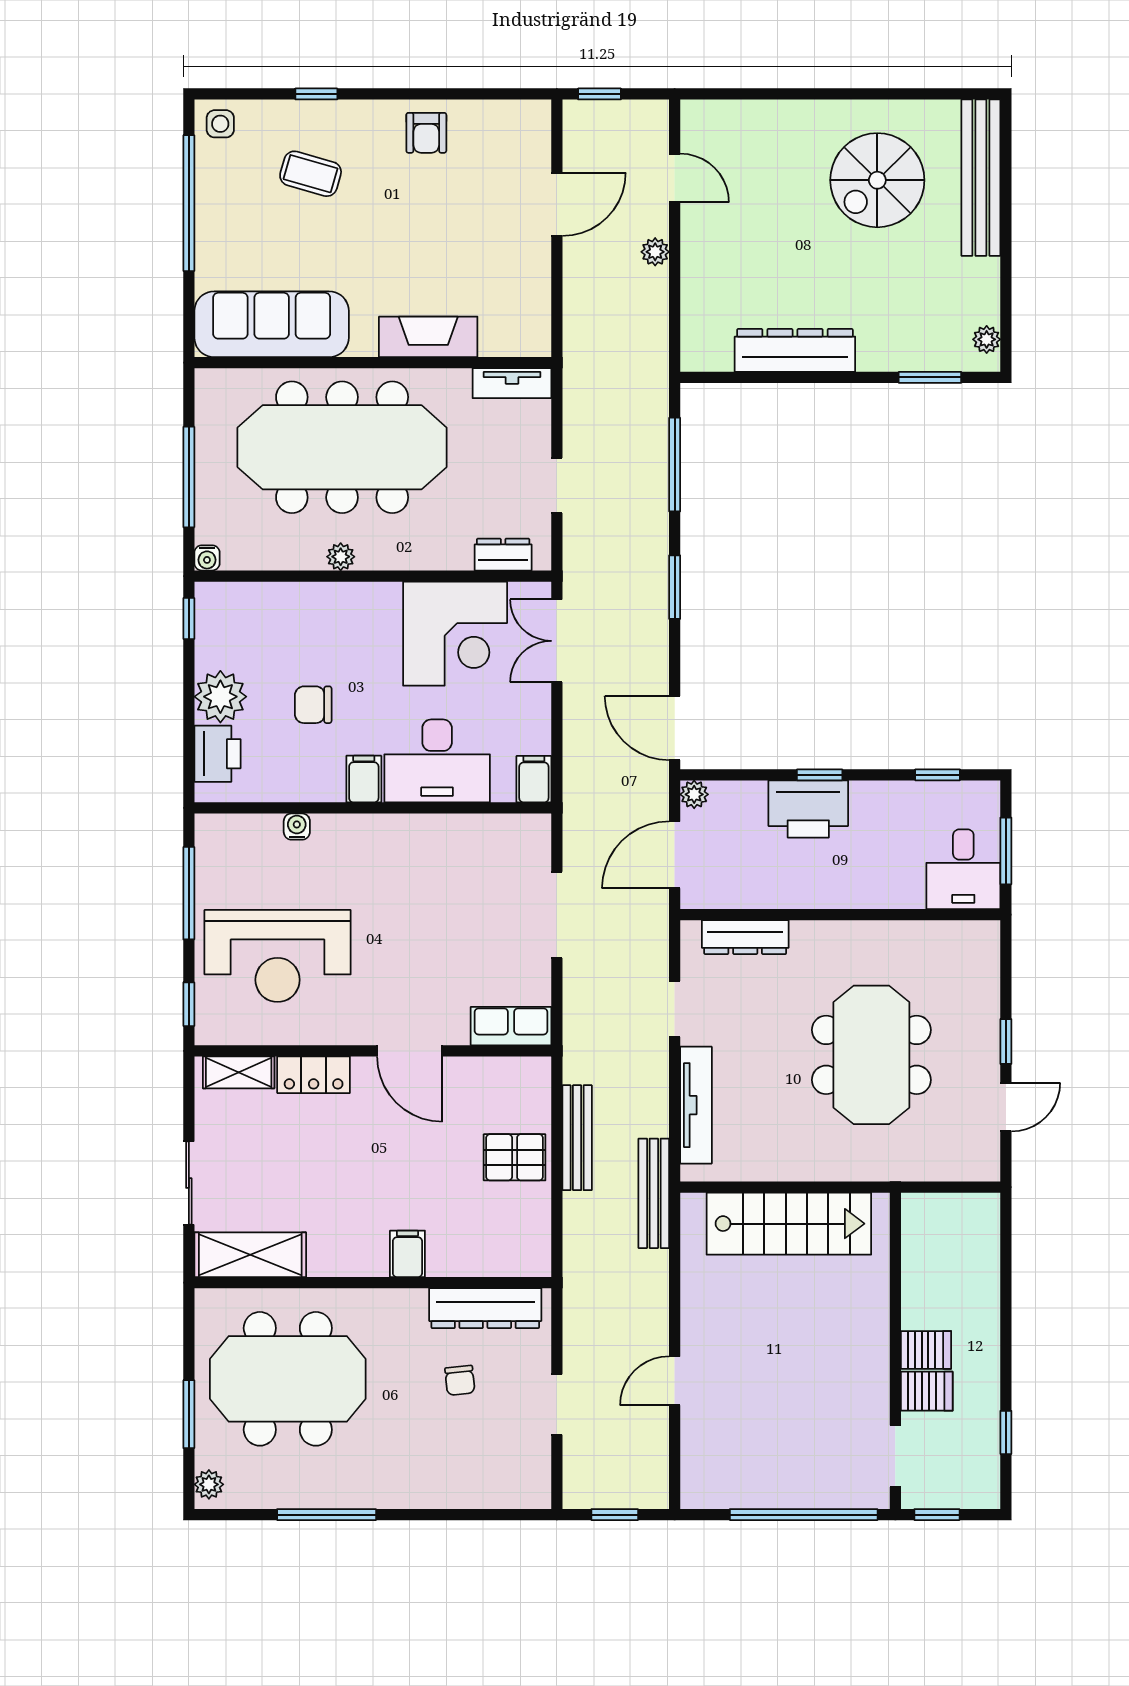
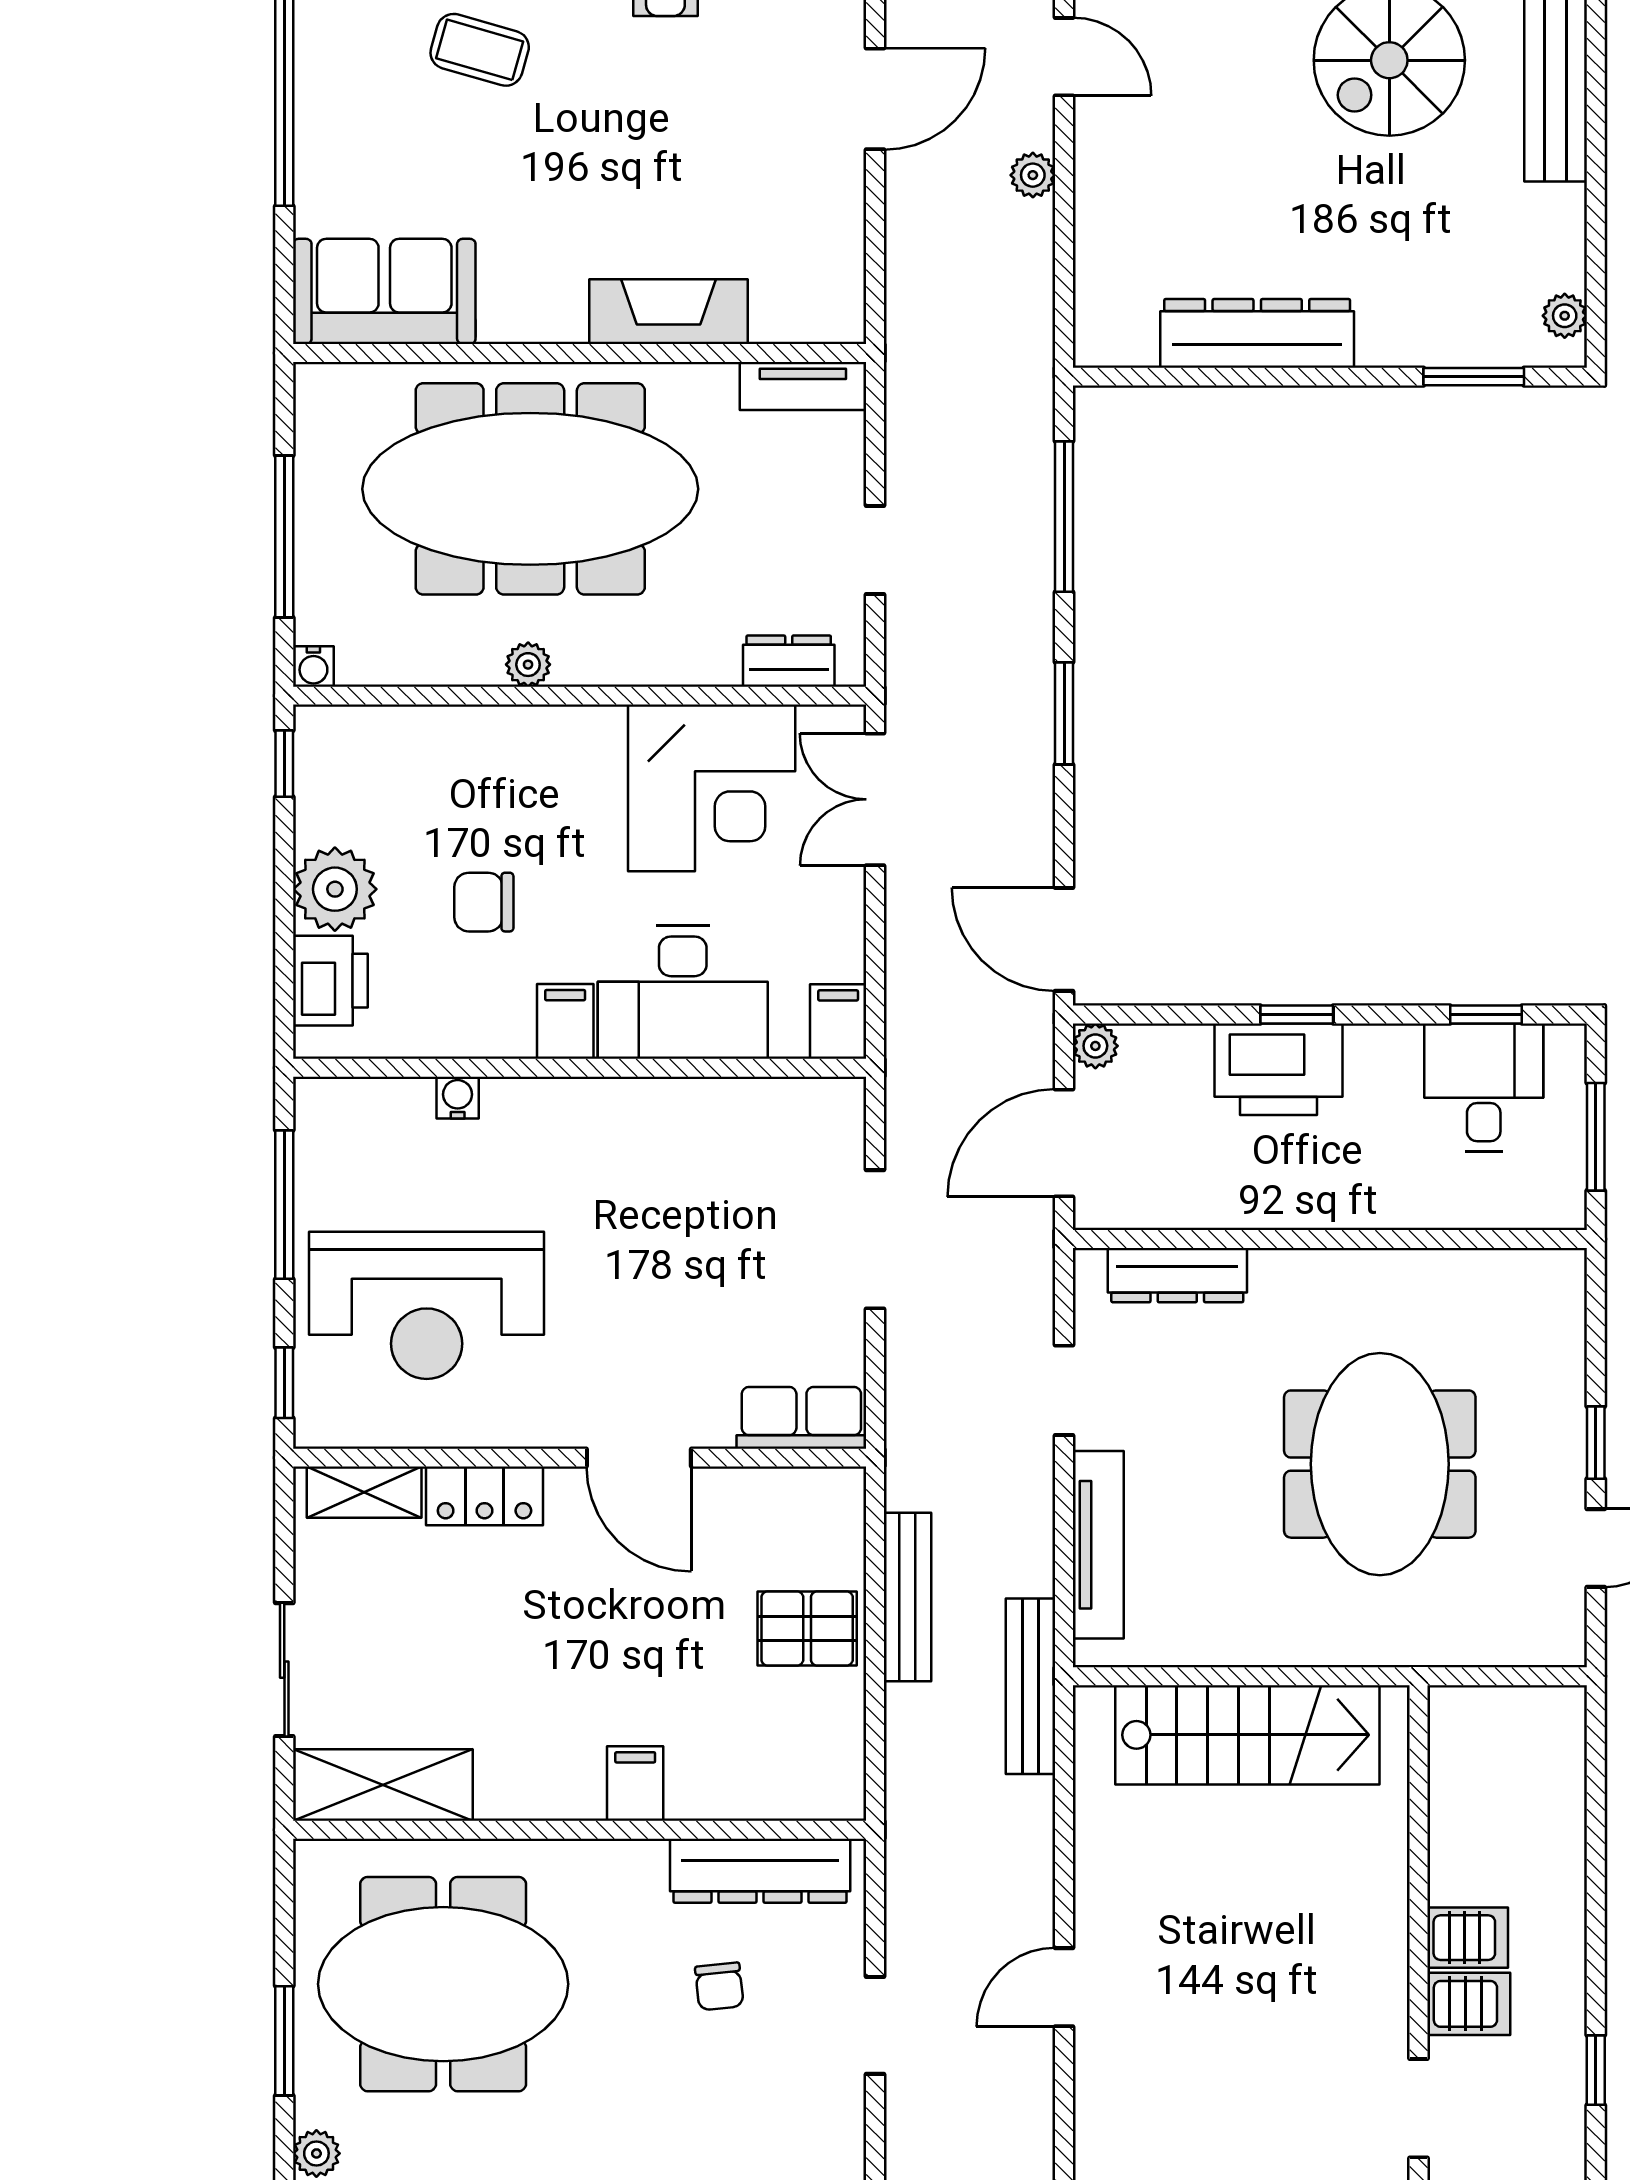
sofa: (272, 324) -> (384, 291), width x0.73
desk: (963, 869) -> (1484, 1088), moved, turned 180

